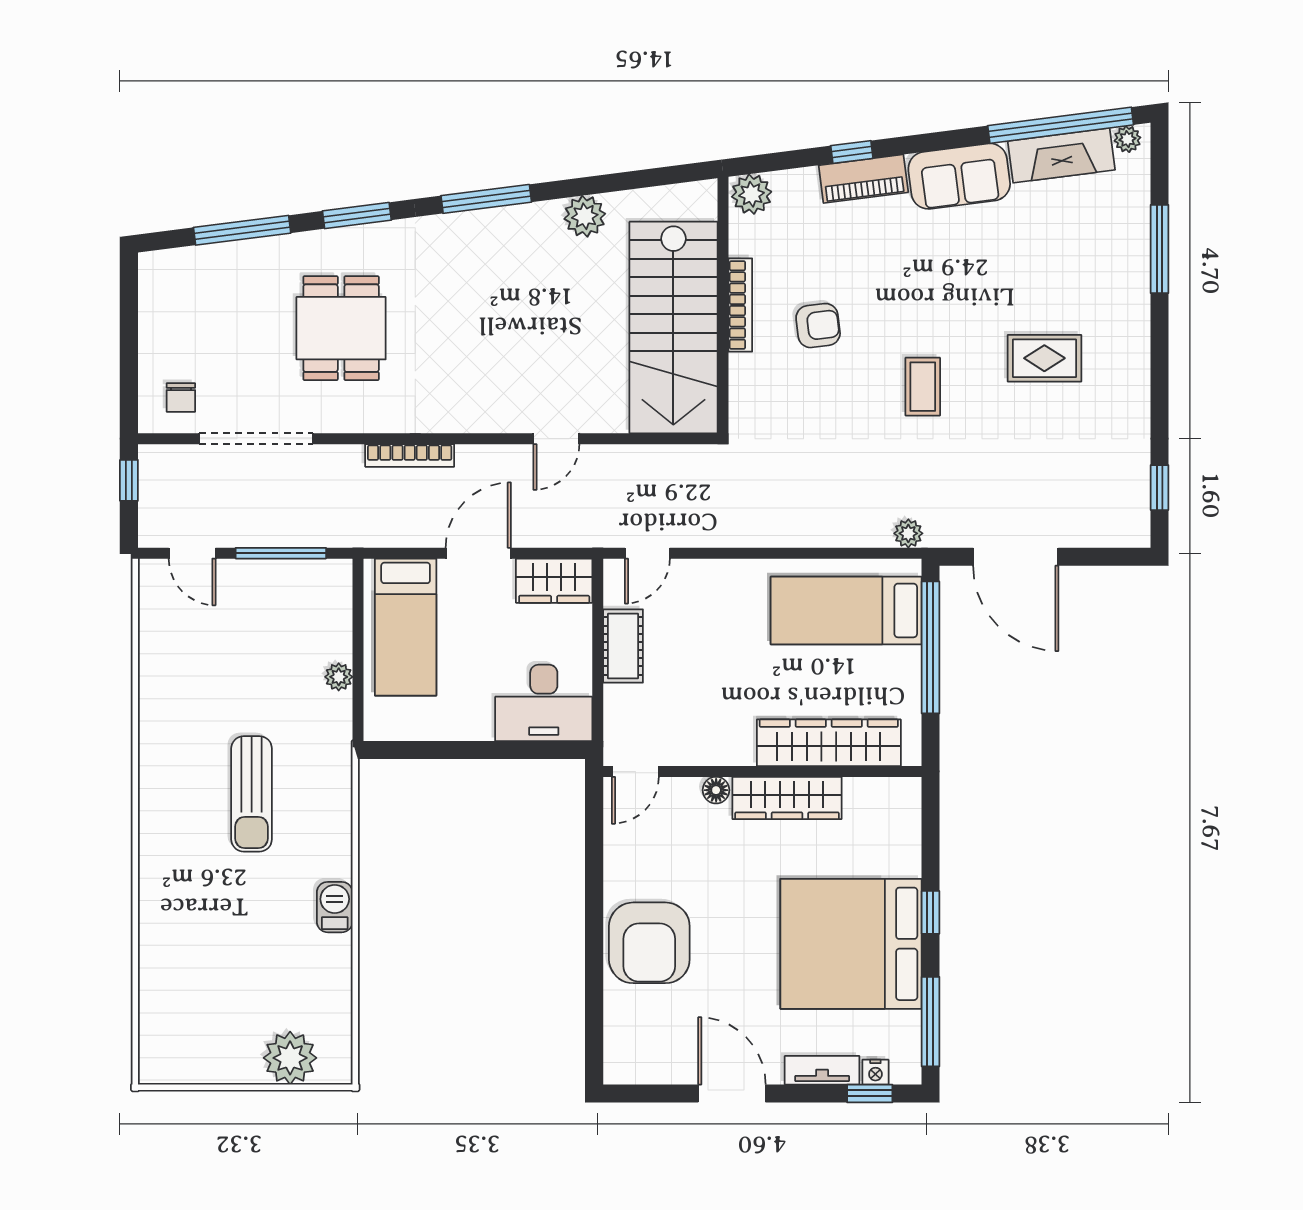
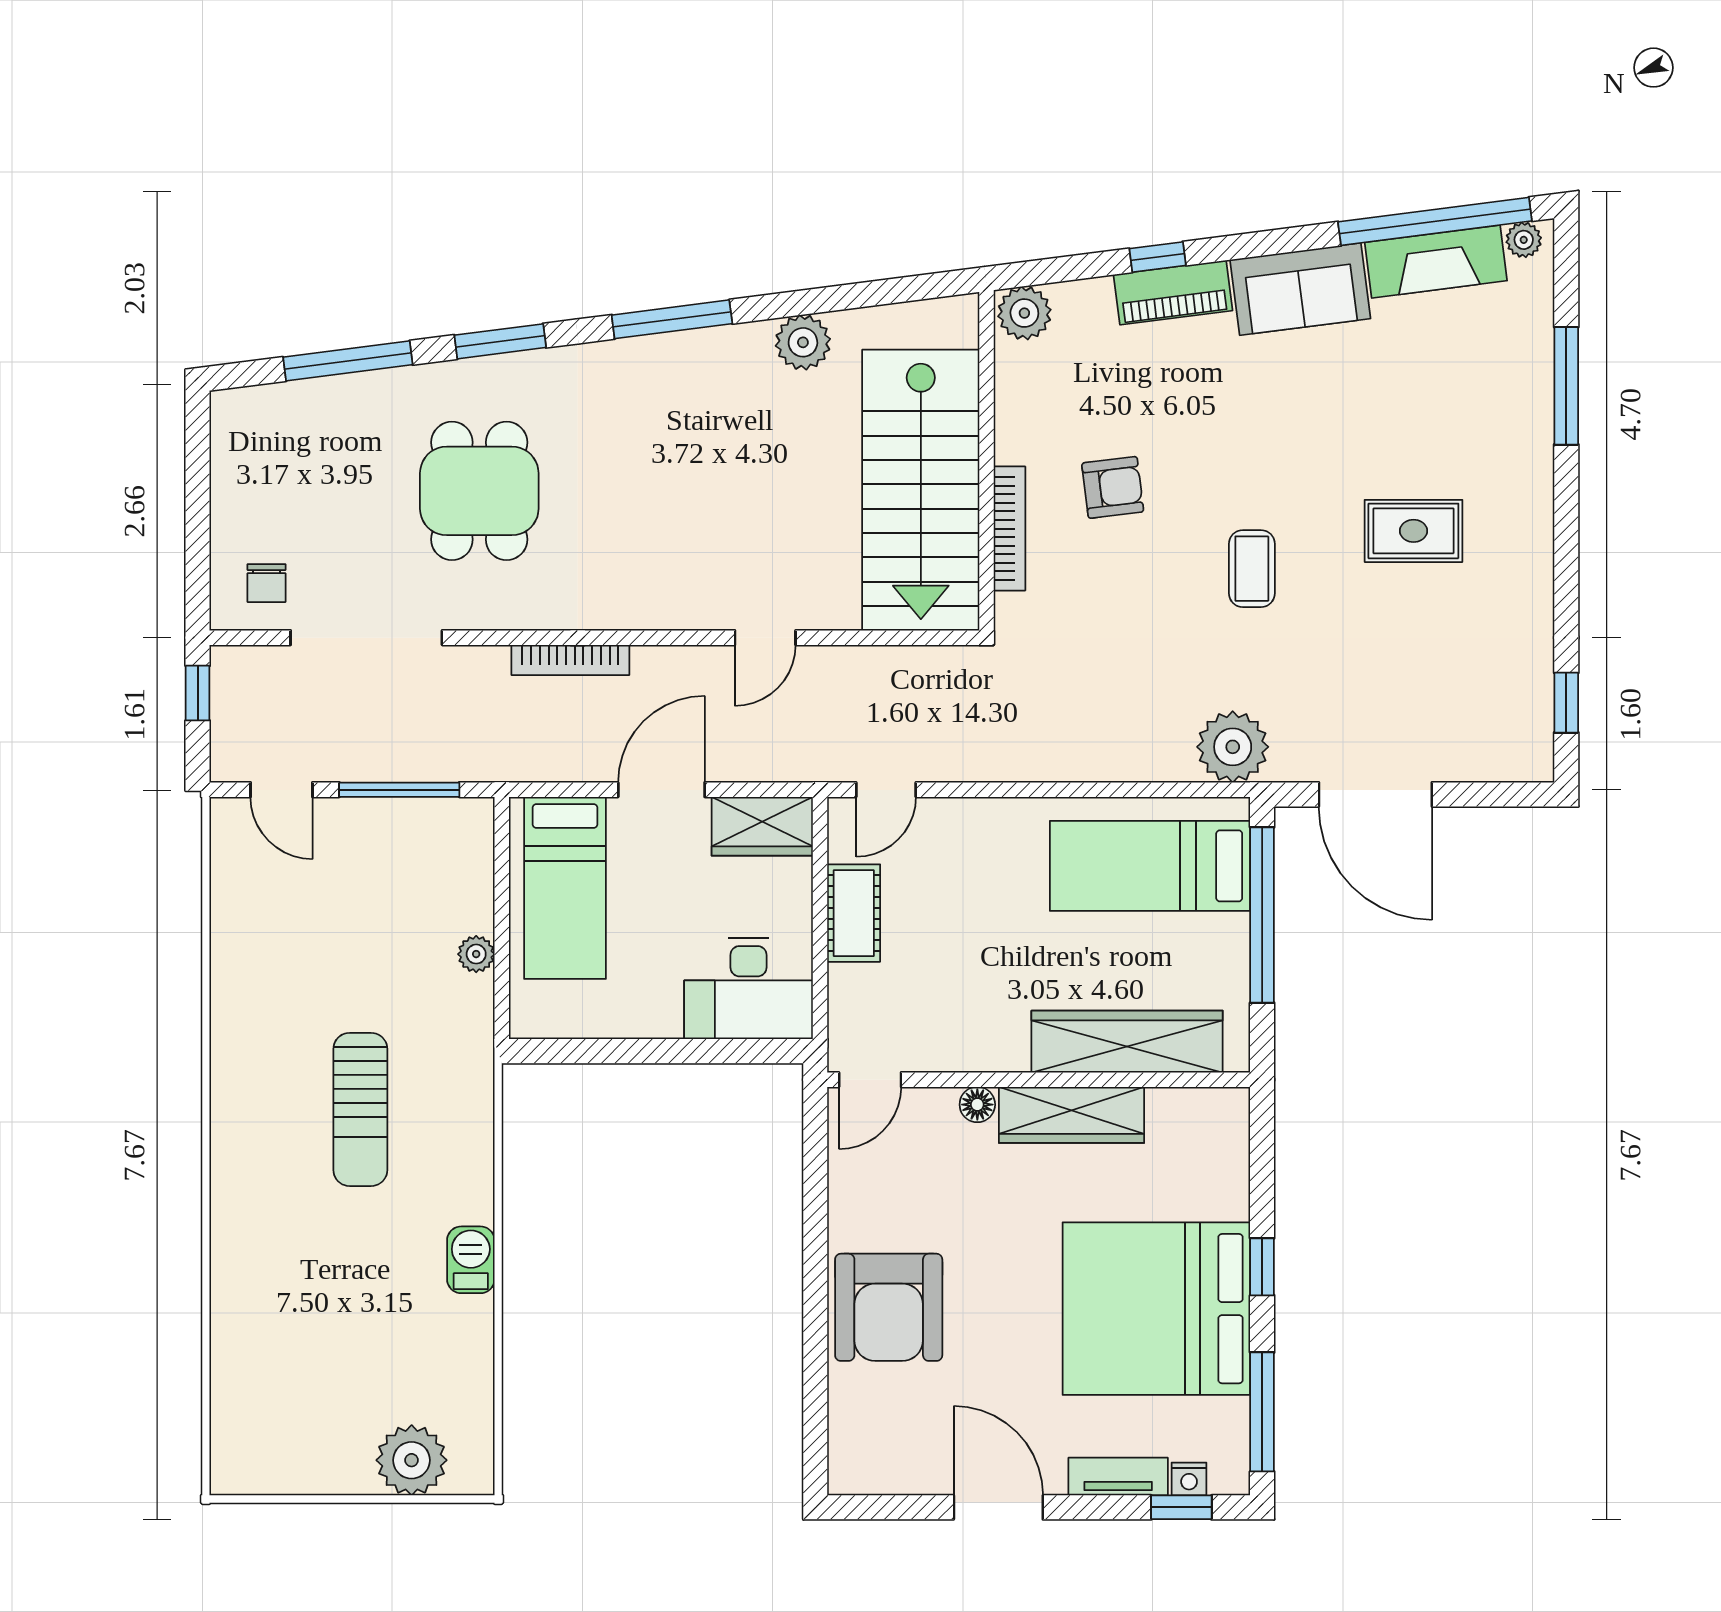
bookcase: (740, 305) -> (1009, 529), moved
plant: (908, 533) -> (1233, 747), width x1.87, depth x1.87

